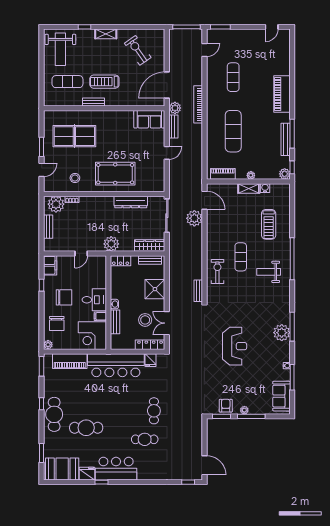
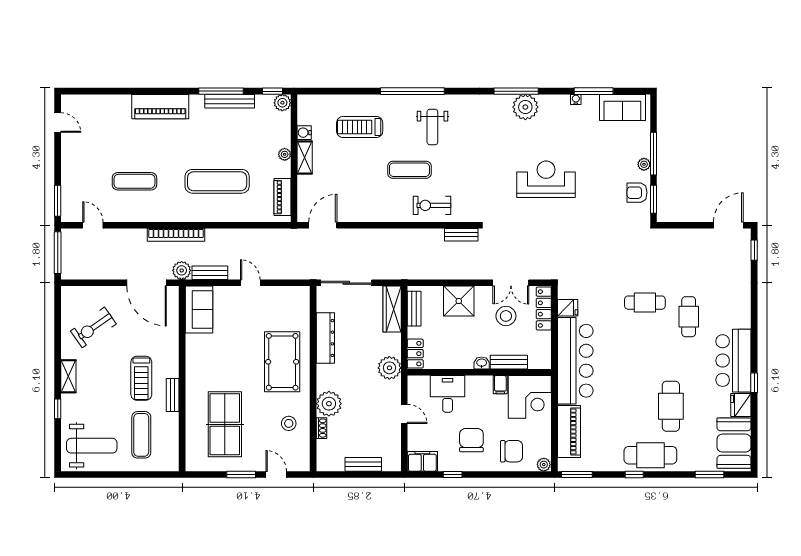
plant: (56, 204) -> (329, 404), moved
plant: (194, 218) -> (350, 241), removed
treadmill: (269, 224) -> (360, 127), turned 180
desk: (94, 300) -> (448, 394), moved

